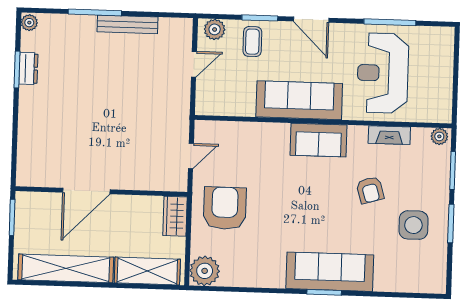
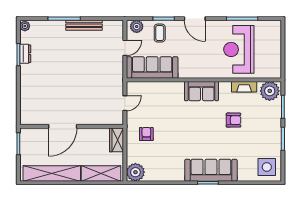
sofa: (299, 100) -> (152, 67), moved
plant: (439, 136) -> (270, 91), width x1.88, depth x1.88
armchair: (370, 190) -> (234, 120), turned -74
armchair: (225, 208) -> (146, 134), width x0.53, depth x0.53
side table: (413, 225) -> (267, 167), moved

